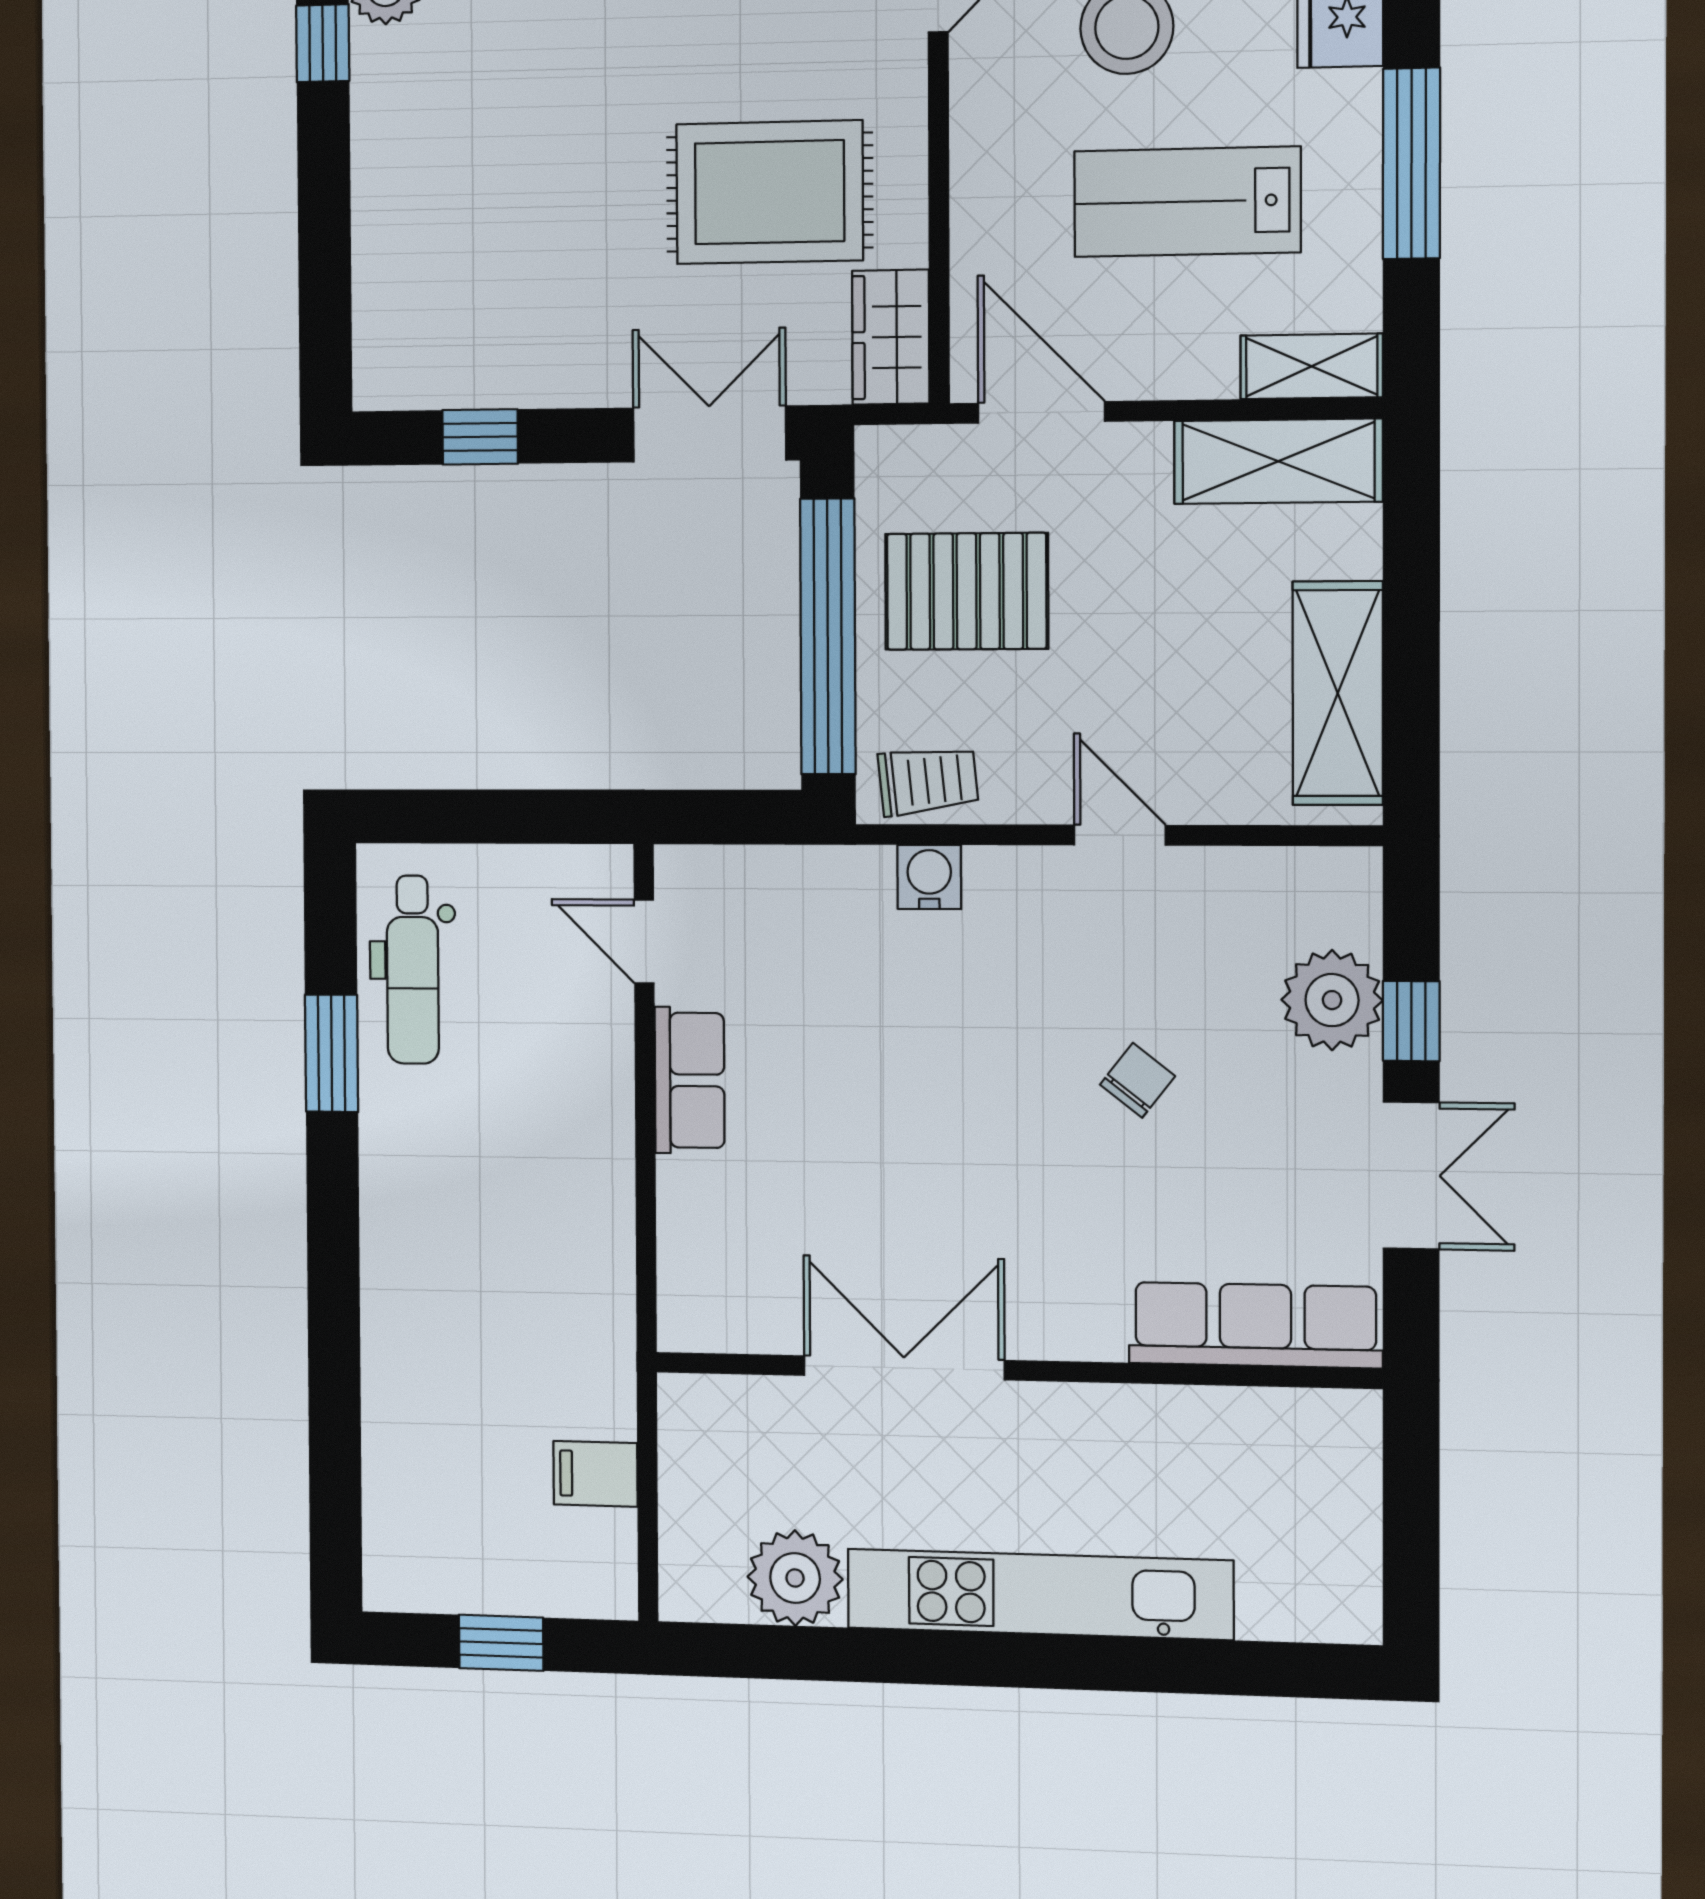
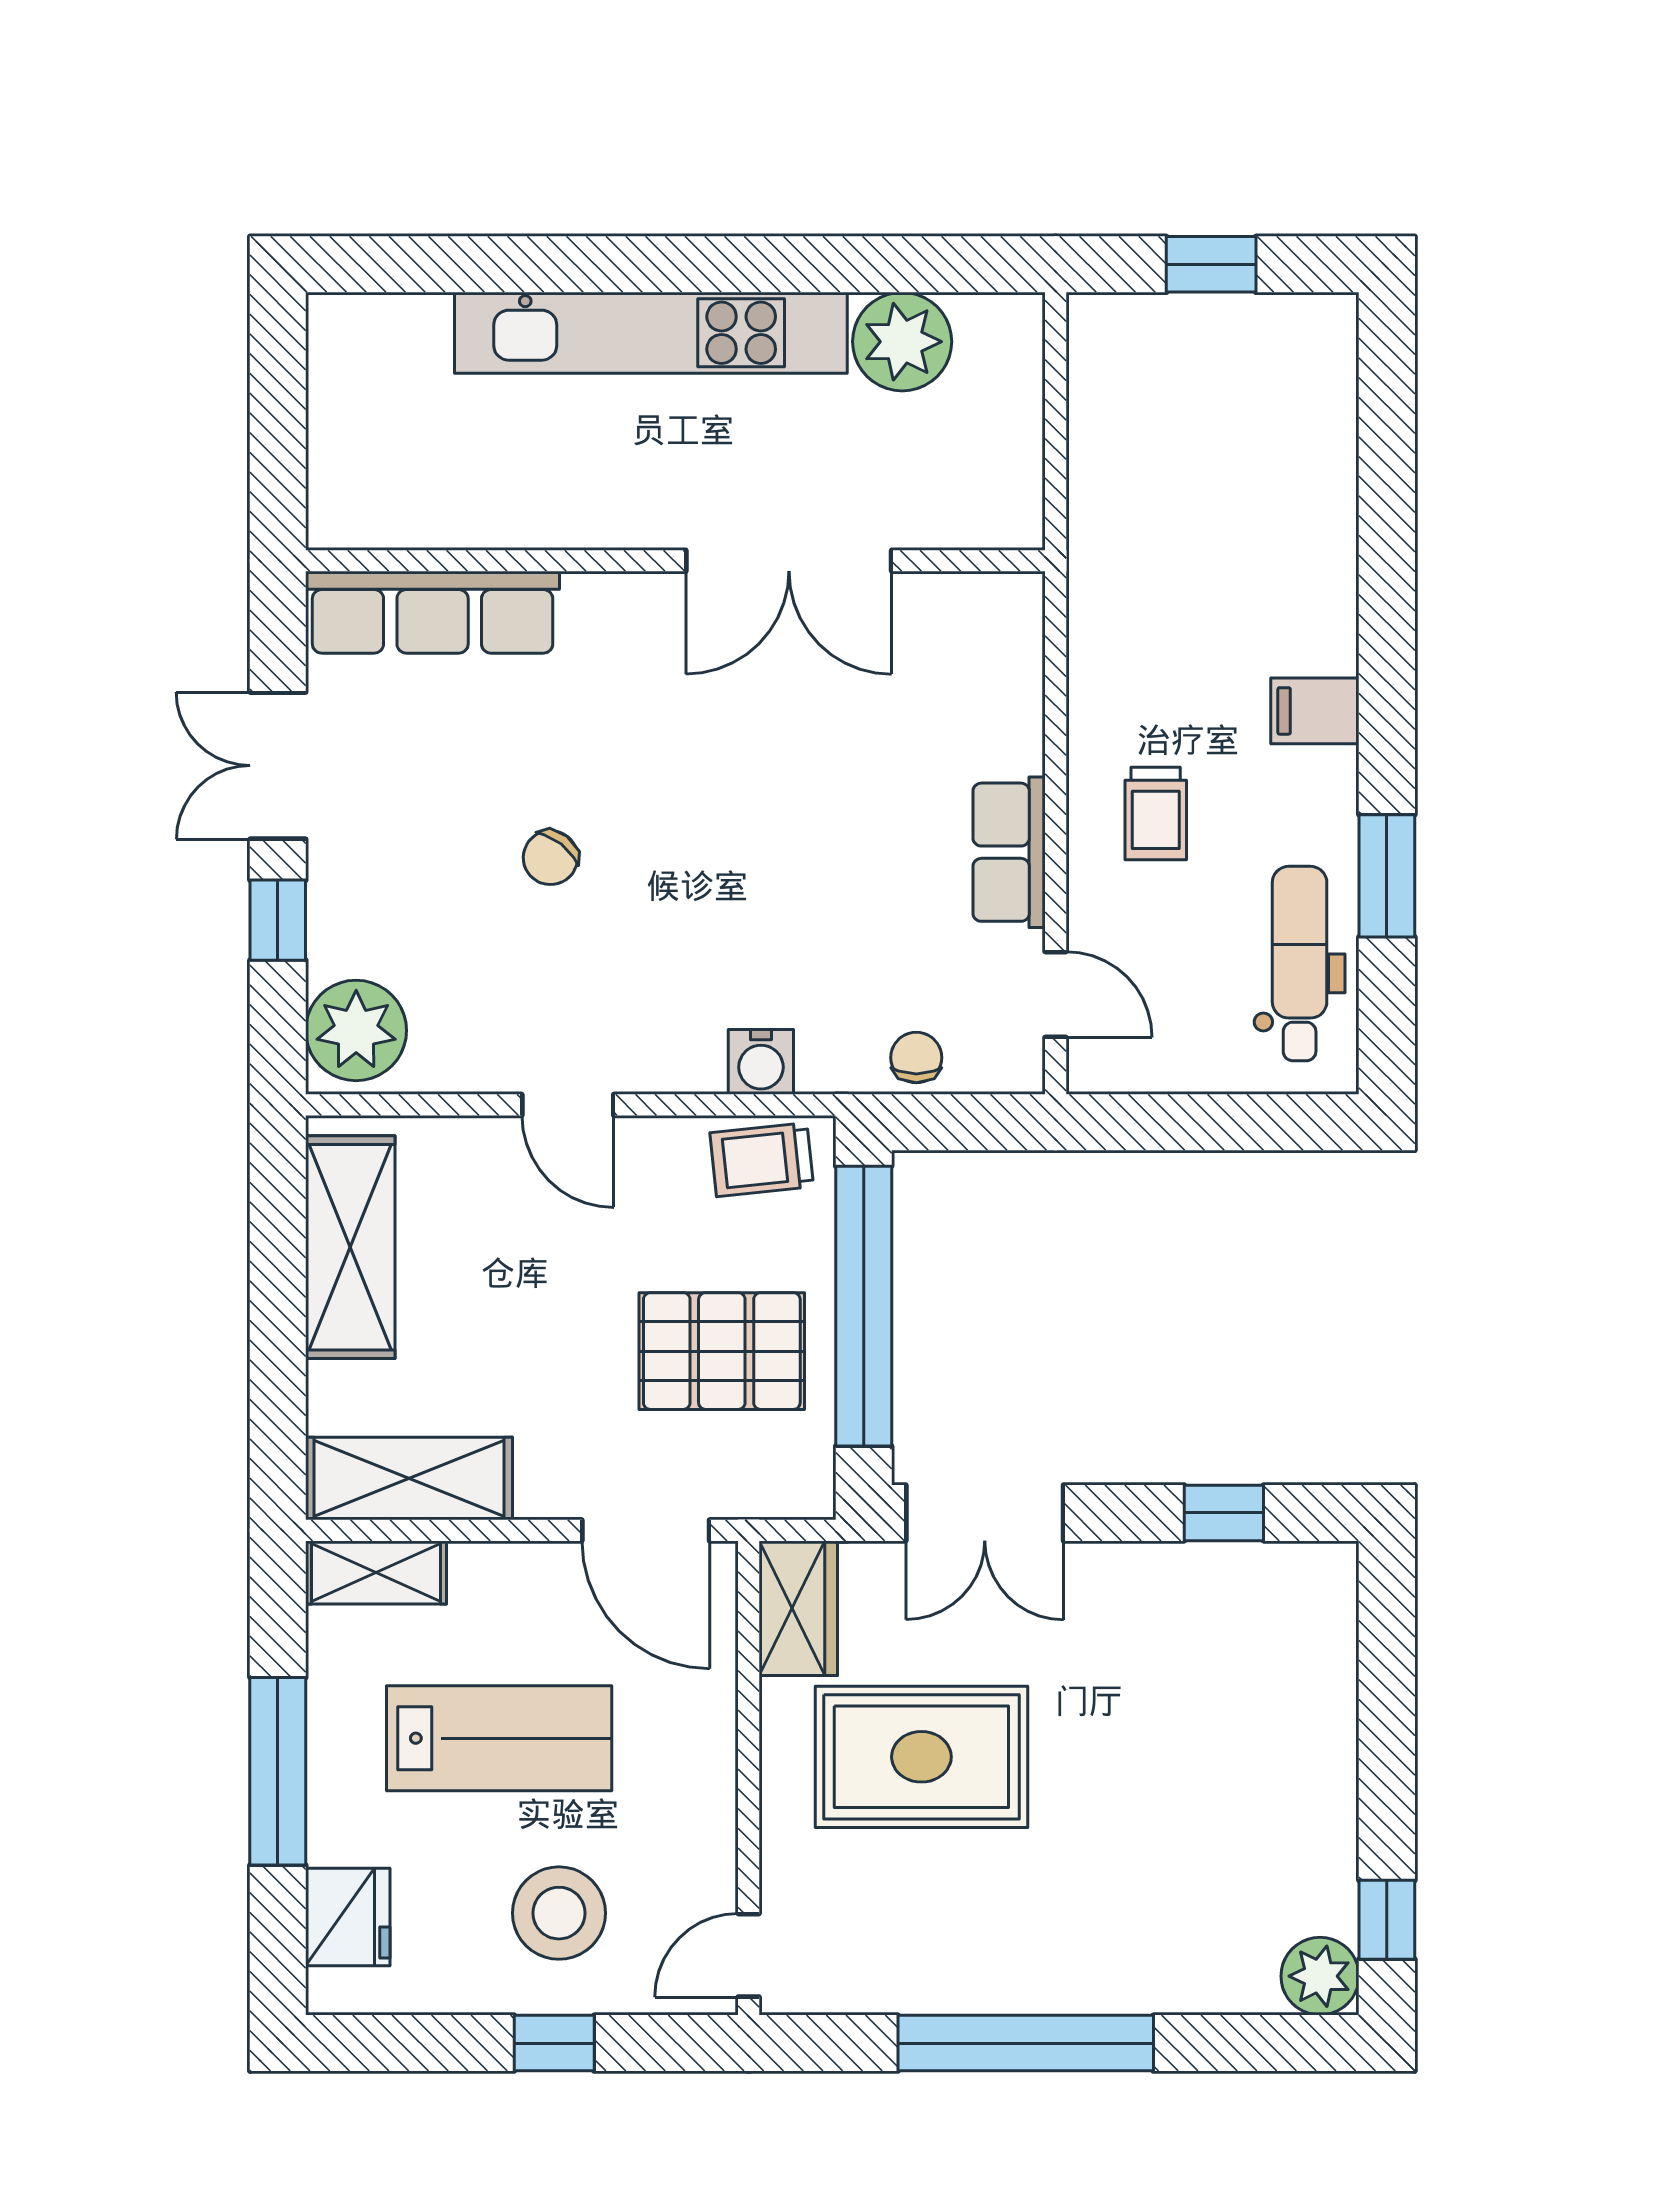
chair: (778, 881) -> (916, 1058), added
plant: (1332, 1000) -> (356, 1030), moved
trolley: (550, 1116) -> (1156, 813), added
filing cabinet: (595, 1474) -> (1315, 711), moved, turned 180

